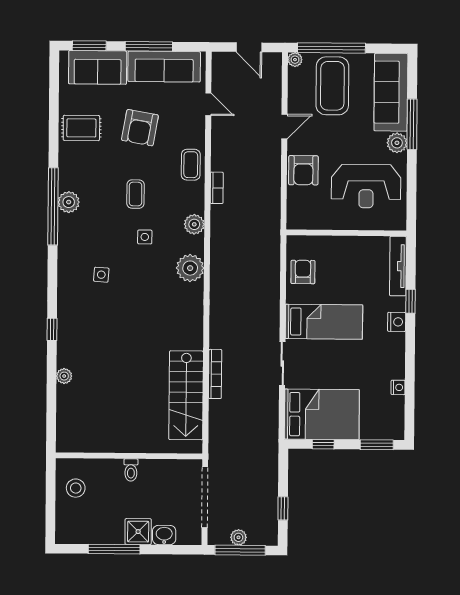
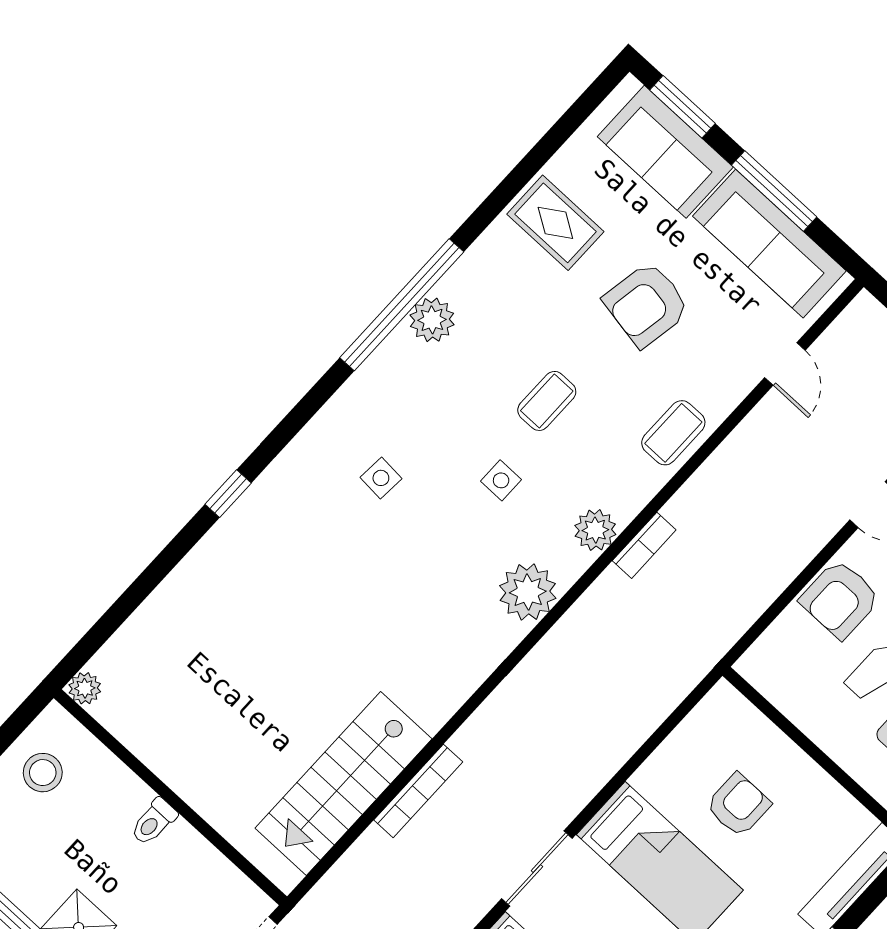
bookcase: (217, 188) -> (644, 545), moved
armchair: (303, 272) -> (738, 805), moved
plant: (64, 376) -> (85, 688), moved

